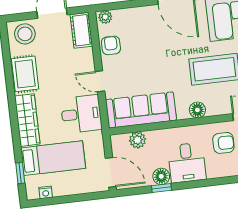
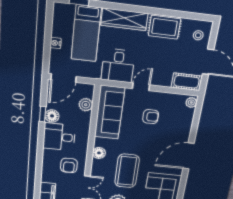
stool: (25, 34) -> (198, 35), width x0.53, depth x0.53
armchair: (111, 45) -> (151, 117), moved
nightstand: (46, 192) -> (56, 43), moved

